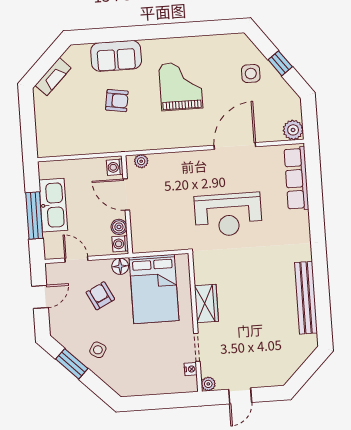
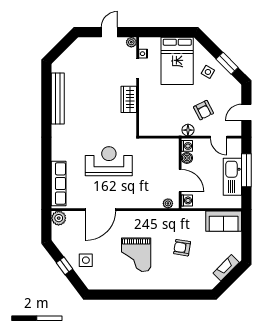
sofa: (116, 56) -> (224, 221), moved, turned 180
bed: (154, 289) -> (177, 61), moved, turned 180

